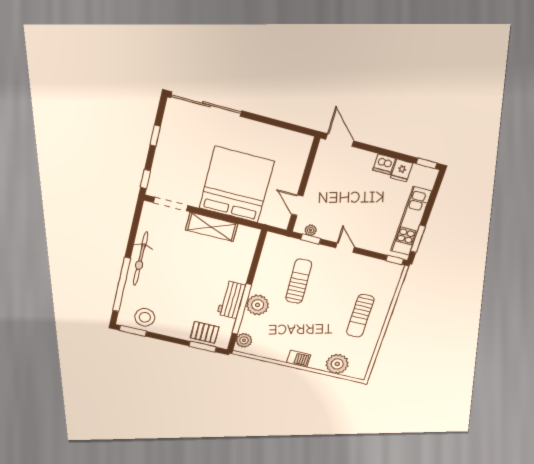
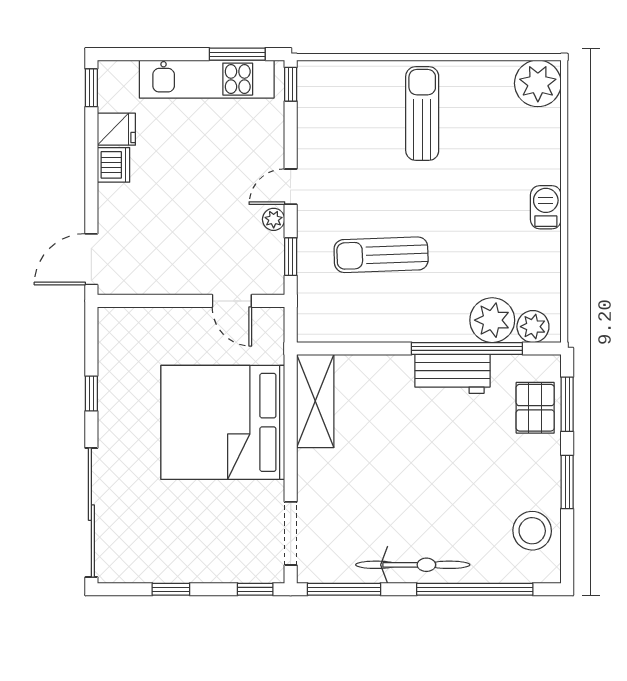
window: (270, 121) -> (91, 394), added
door: (297, 205) -> (232, 301), hinge flipped
window: (135, 223) -> (344, 589), added
shelving: (212, 227) -> (315, 401), moved
plant: (311, 230) -> (274, 219), moved
plant: (258, 305) -> (492, 320), moved
sun lounger: (360, 316) -> (422, 113), turned -90
window: (133, 331) -> (567, 482), moved
plant: (337, 364) -> (538, 83), moved

